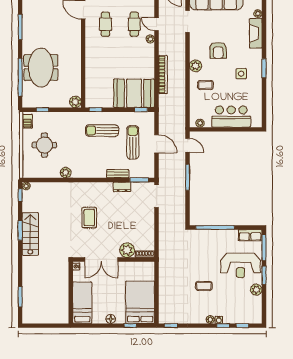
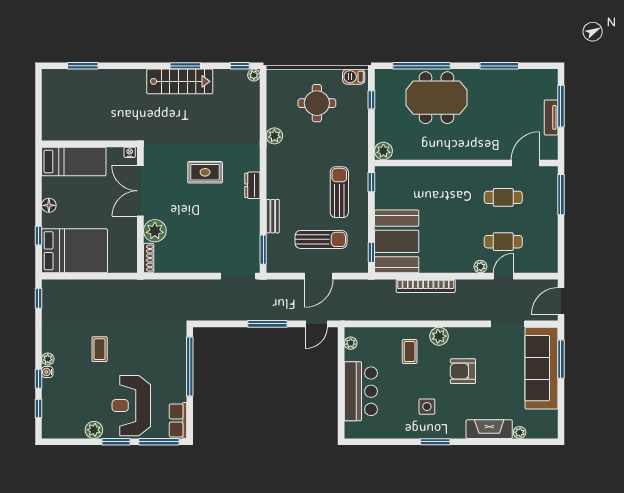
dresser: (122, 187) -> (252, 185), moved

